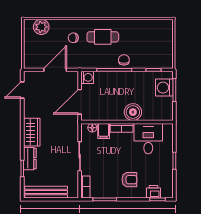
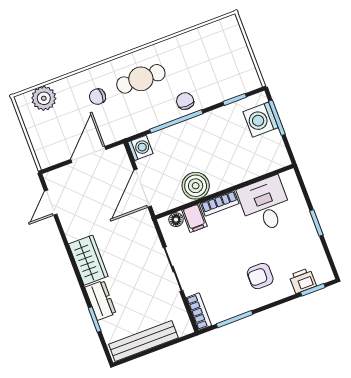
boiler: (133, 112) -> (196, 186), moved
armchair: (129, 180) -> (260, 276), turned 180

